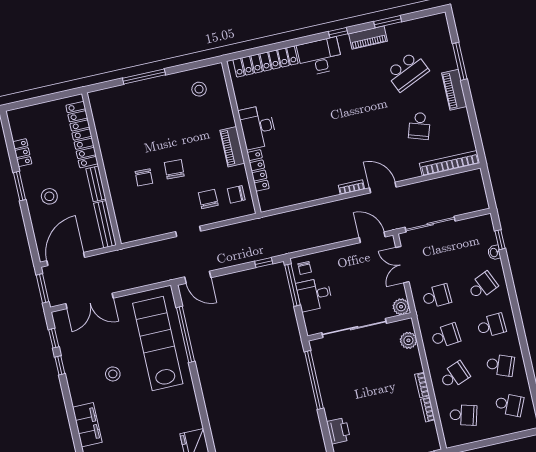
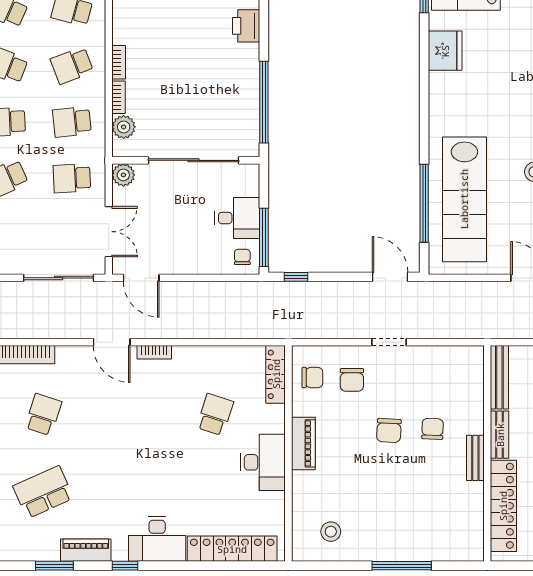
school desk: (299, 153) -> (215, 415), added
bench: (109, 164) -> (475, 458), added
locker: (258, 170) -> (276, 374), moved
bookcase: (428, 410) -> (118, 97), moved

